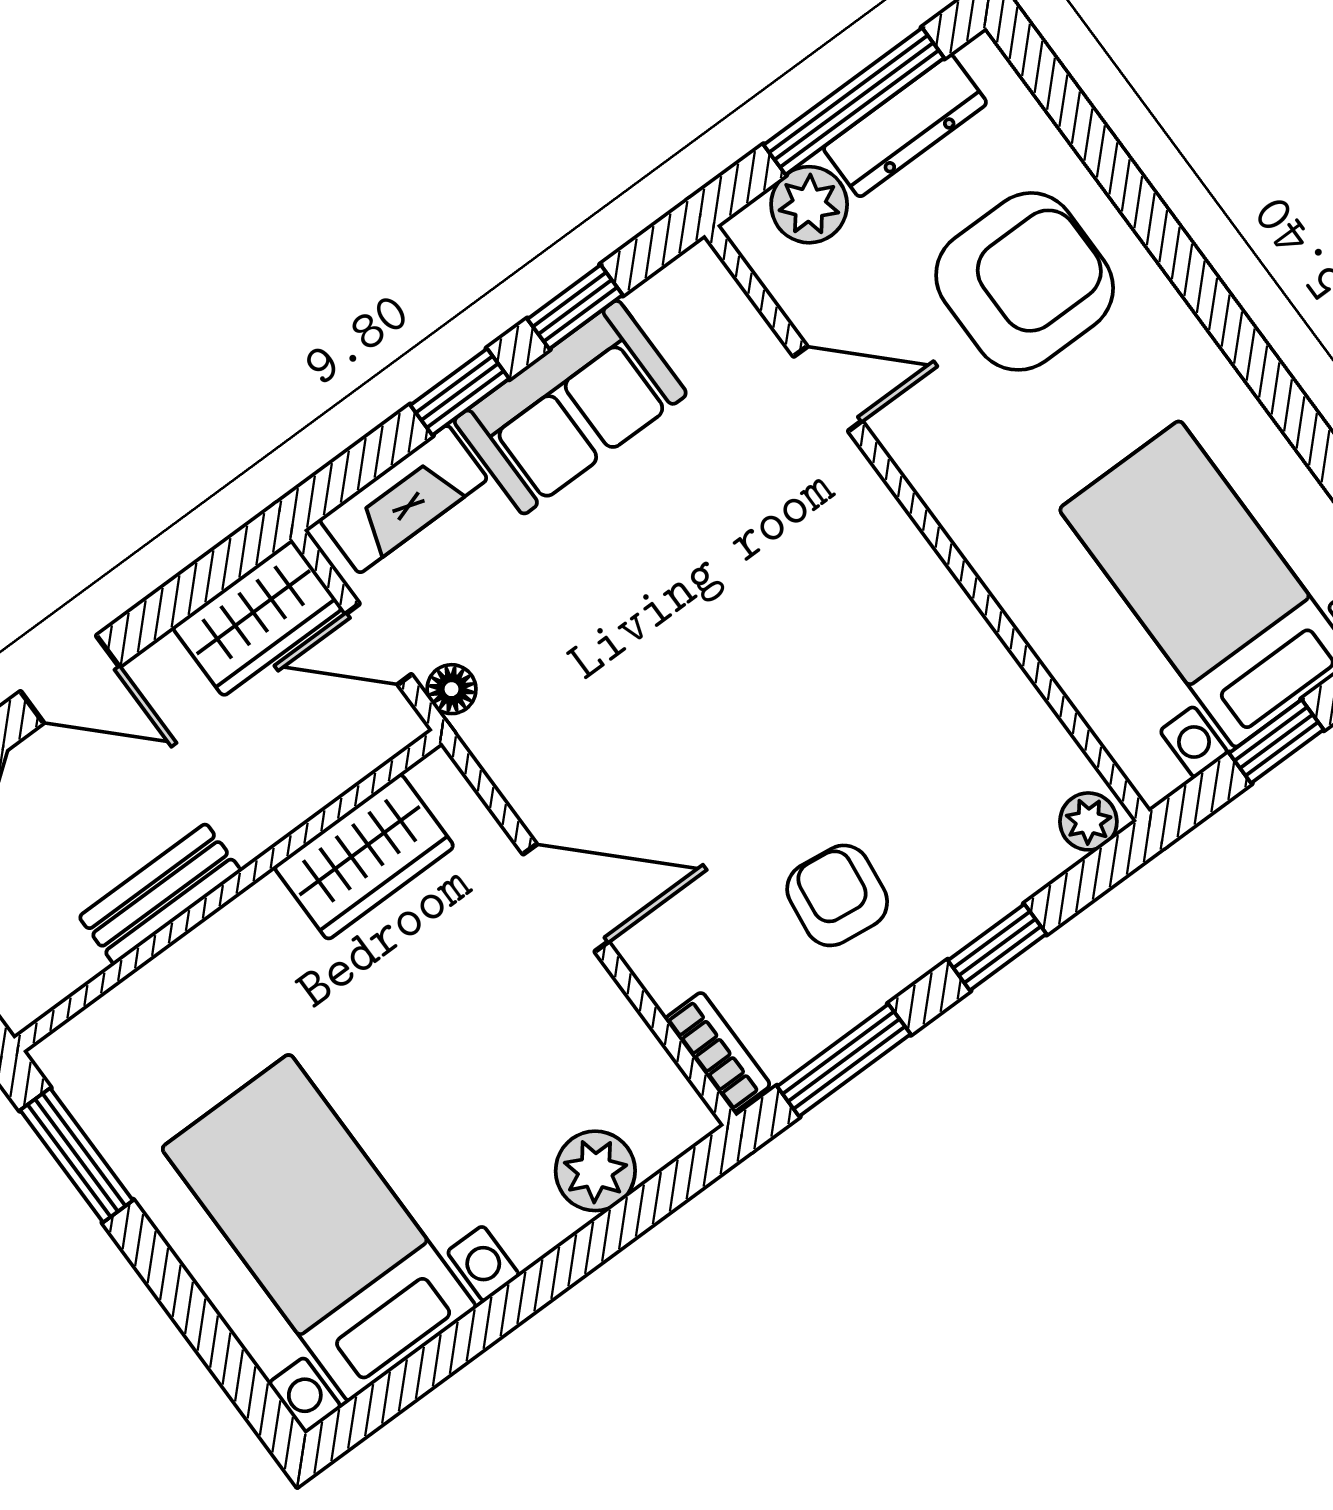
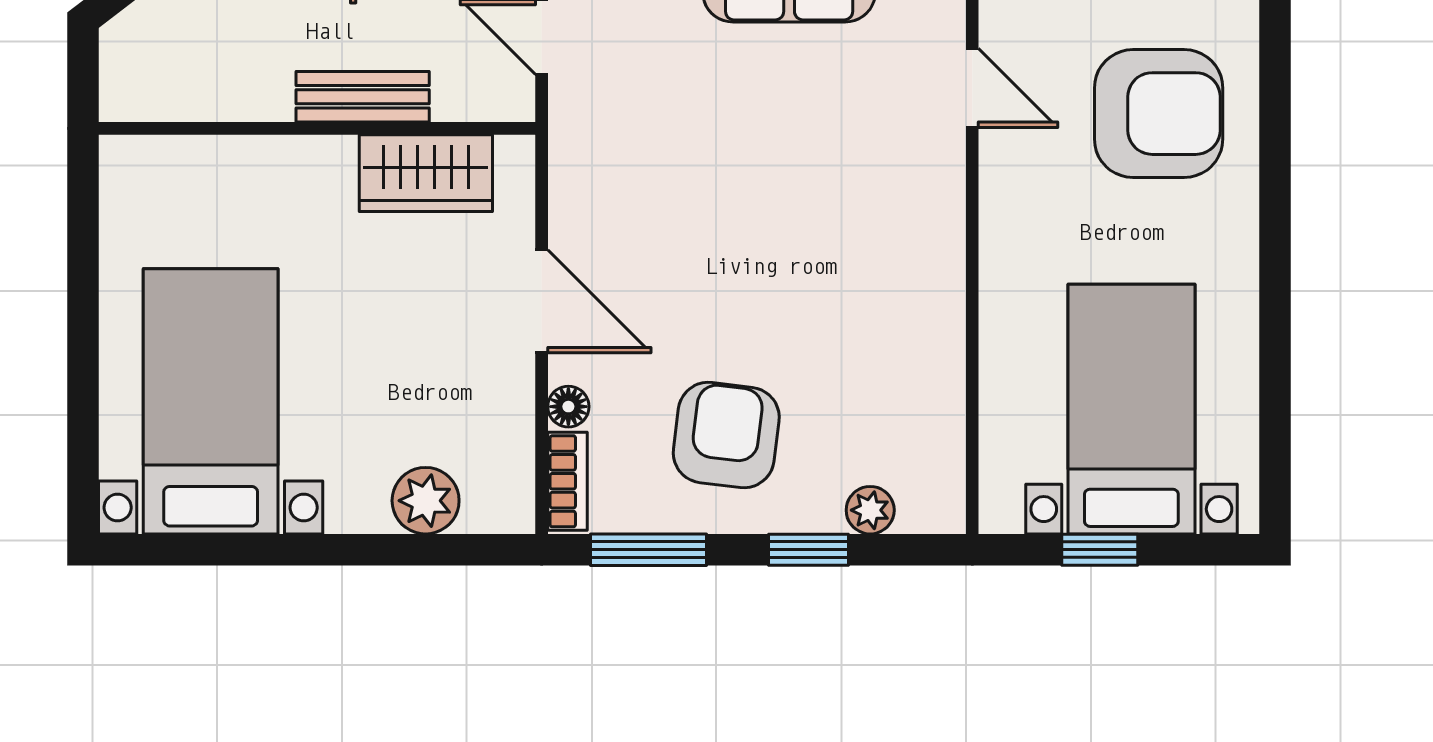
floor lamp: (452, 689) -> (568, 407), moved
plant: (1088, 821) -> (870, 510), moved
bench: (160, 894) -> (363, 97), moved
armchair: (837, 895) -> (726, 435), width x1.38, depth x1.38
window: (77, 1155) -> (83, 232), removed

